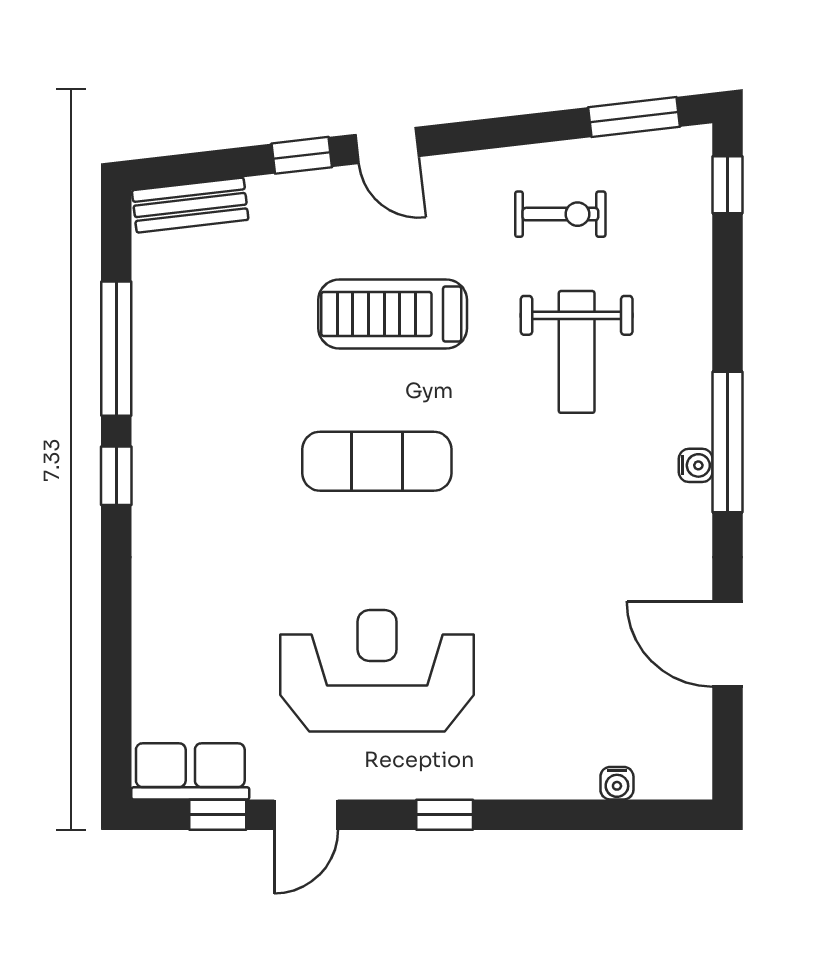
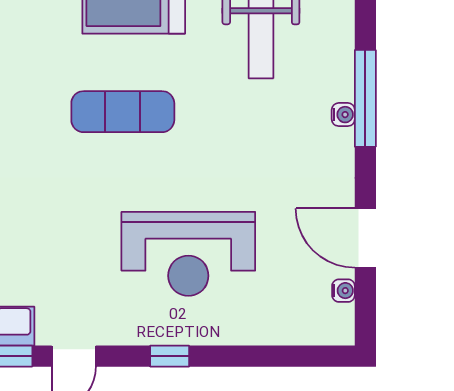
reception desk: (377, 671) -> (188, 254), moved, turned 180
water cooler: (617, 783) -> (343, 291), moved, turned -90

